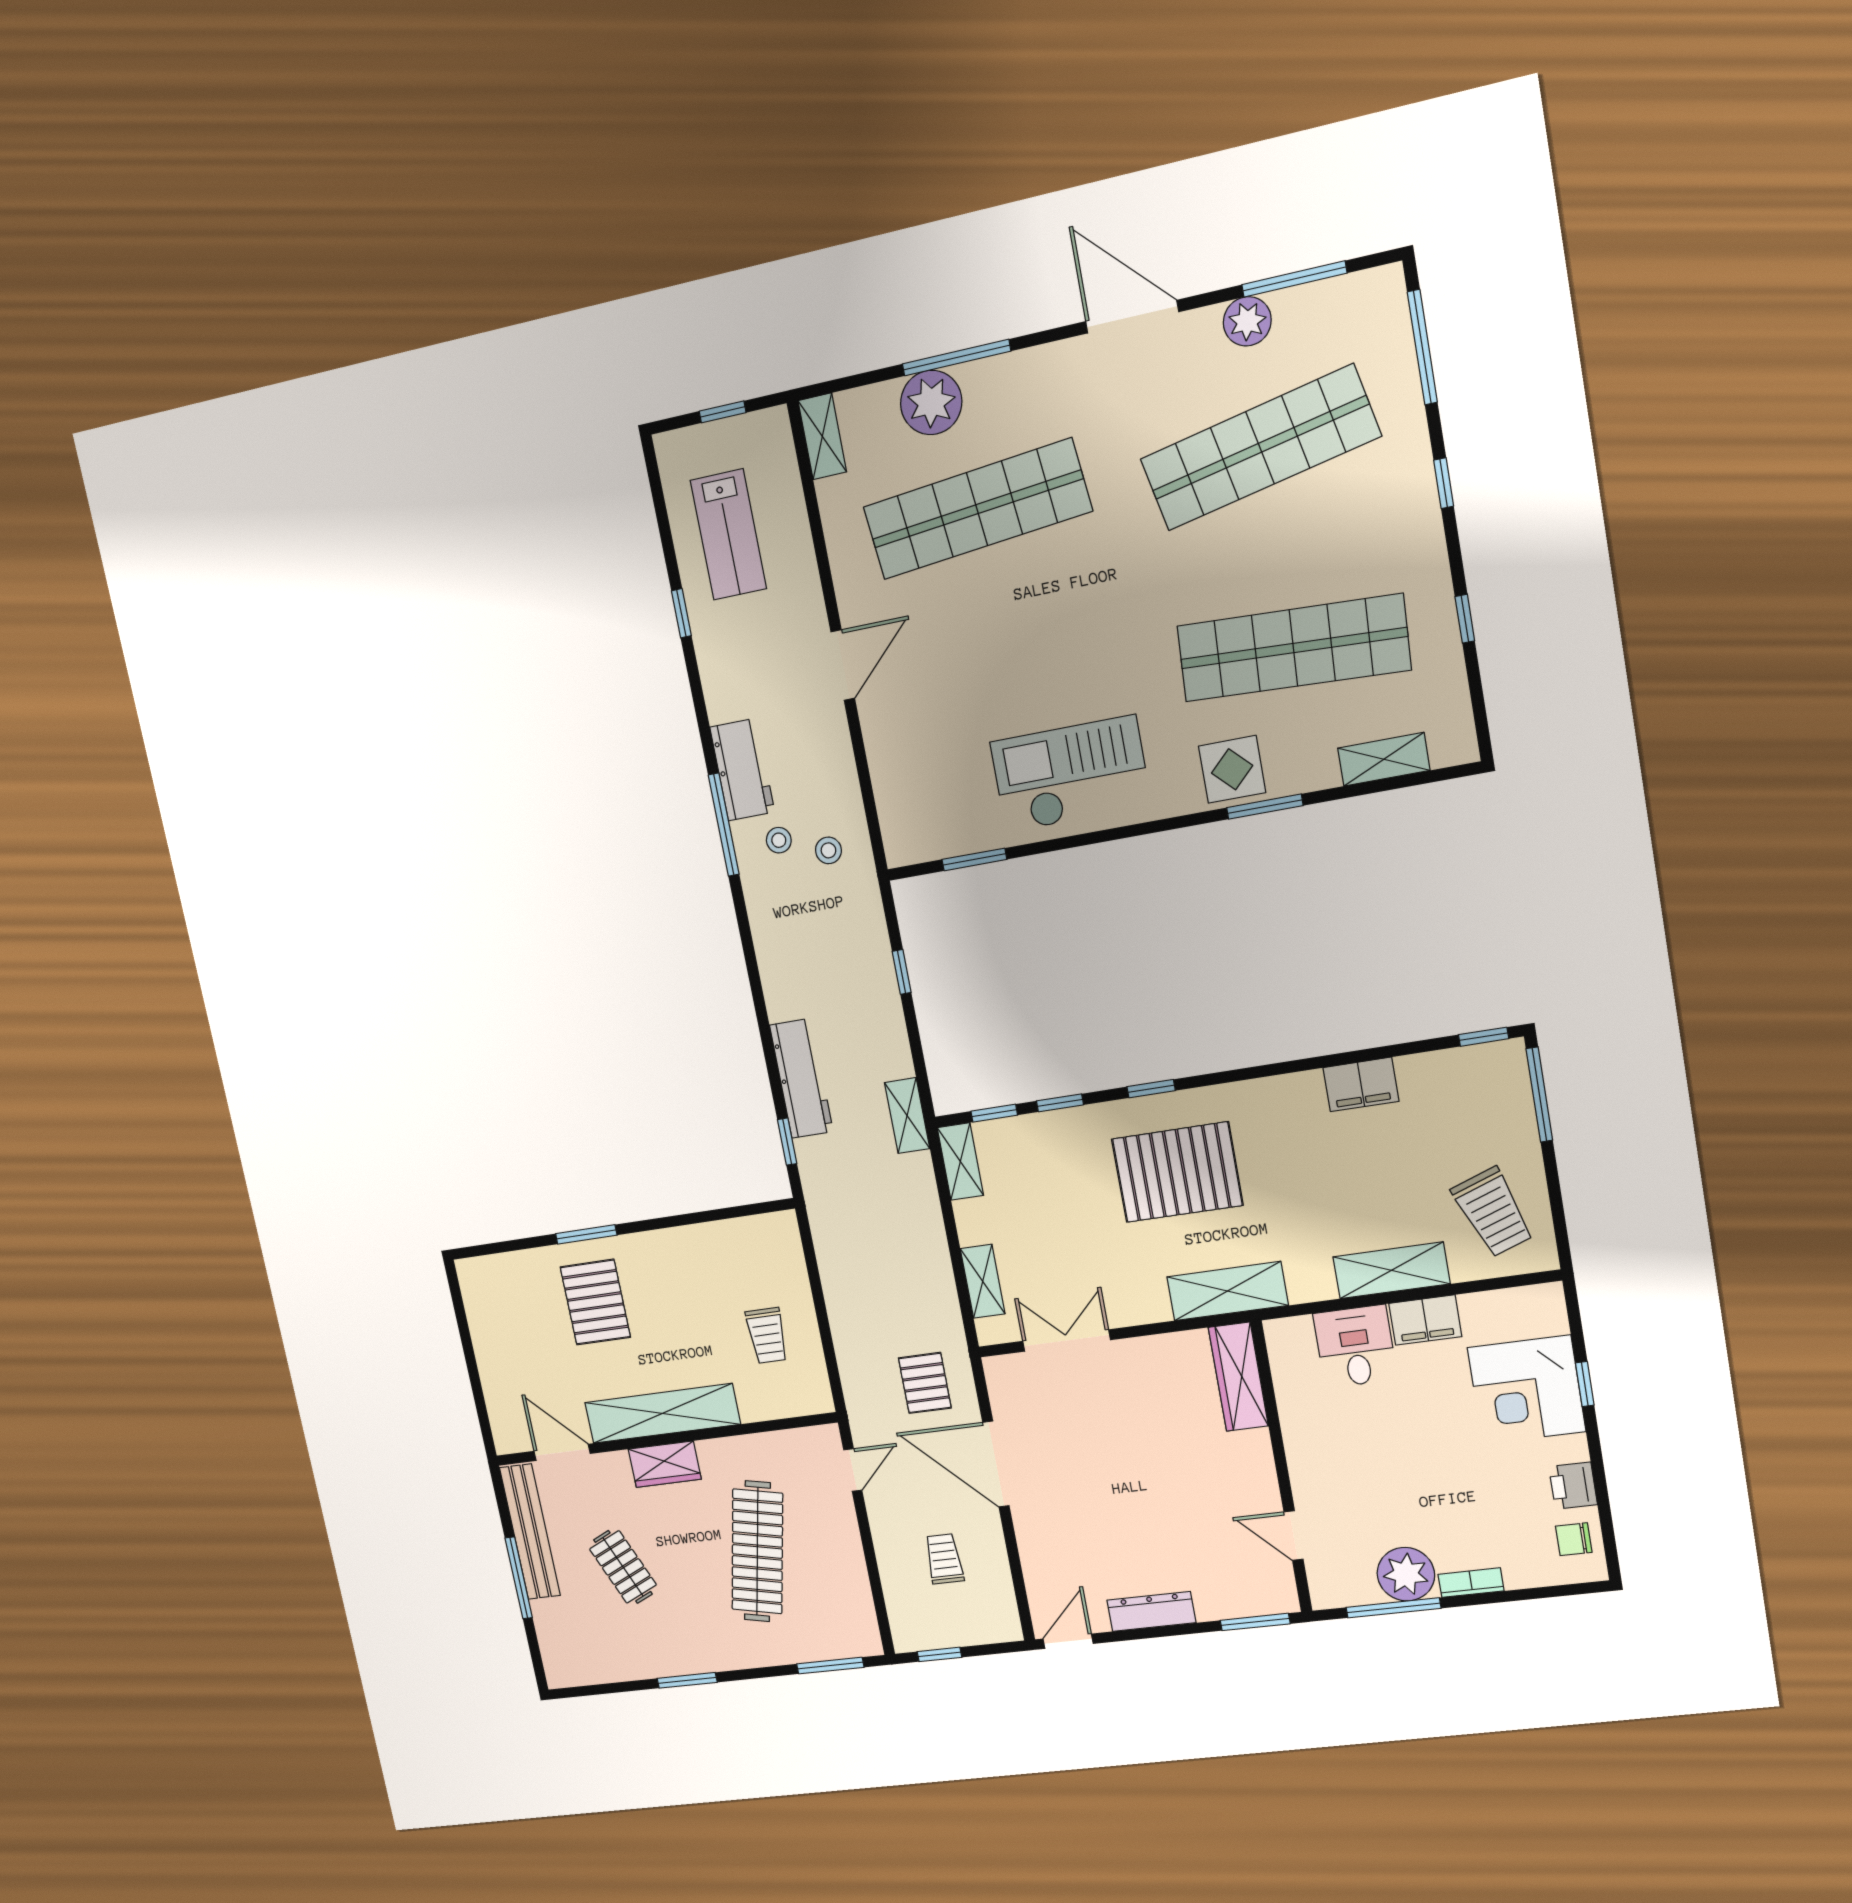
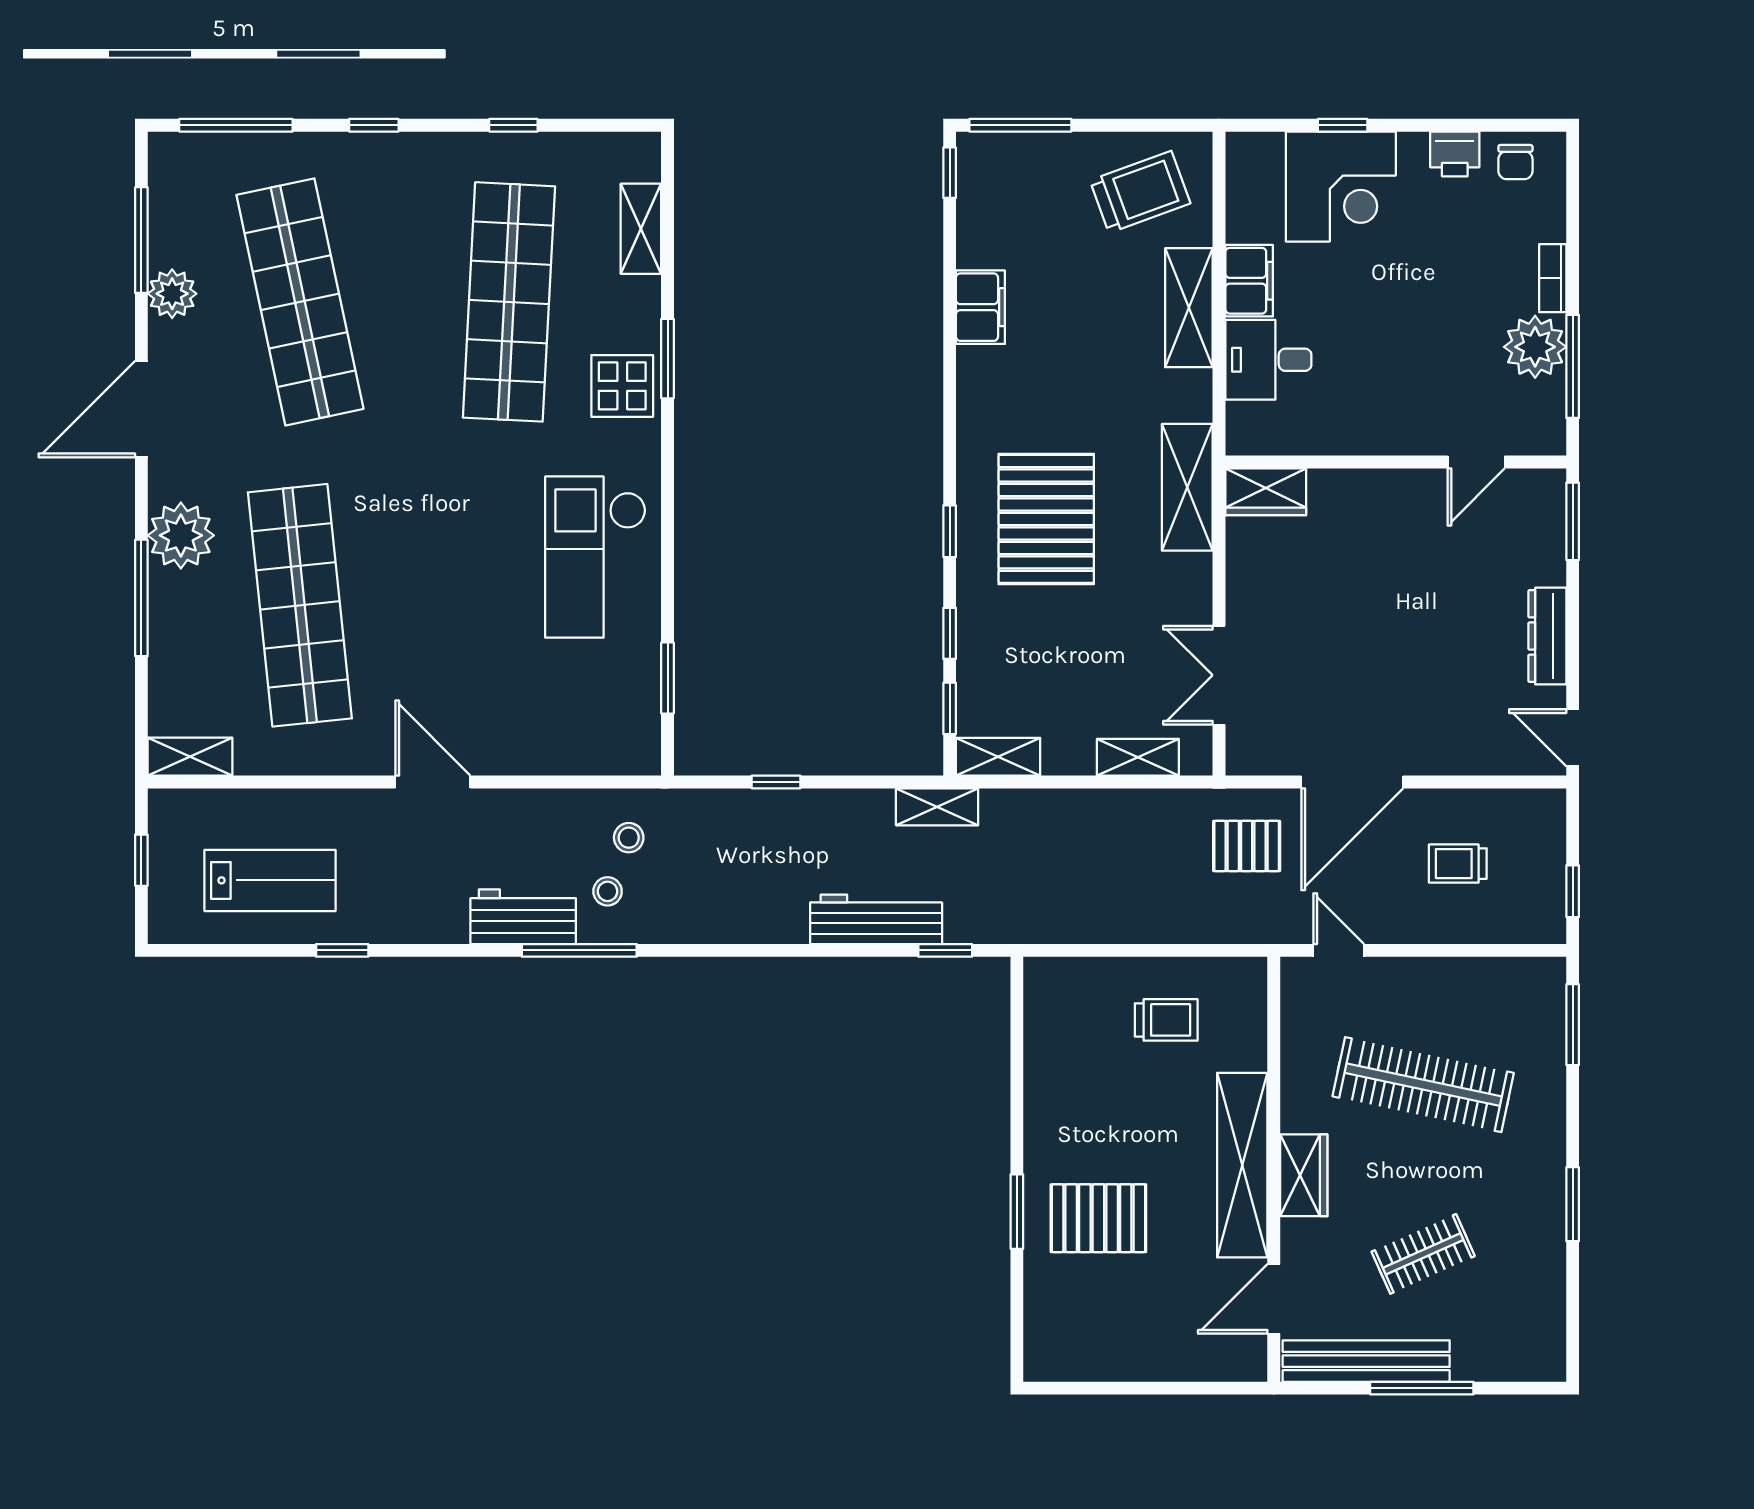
plant: (931, 402) -> (181, 535), moved
wardrobe: (1238, 1377) -> (1266, 492), width x0.67

